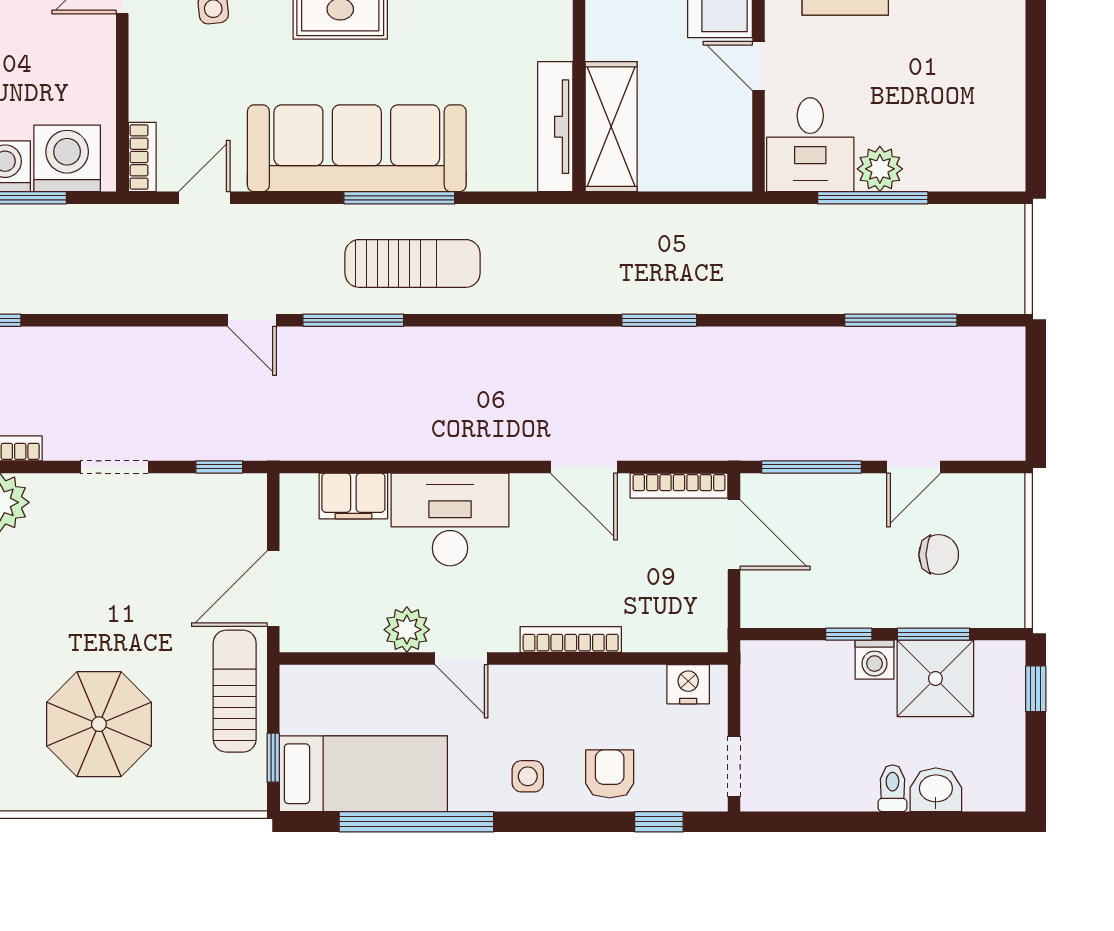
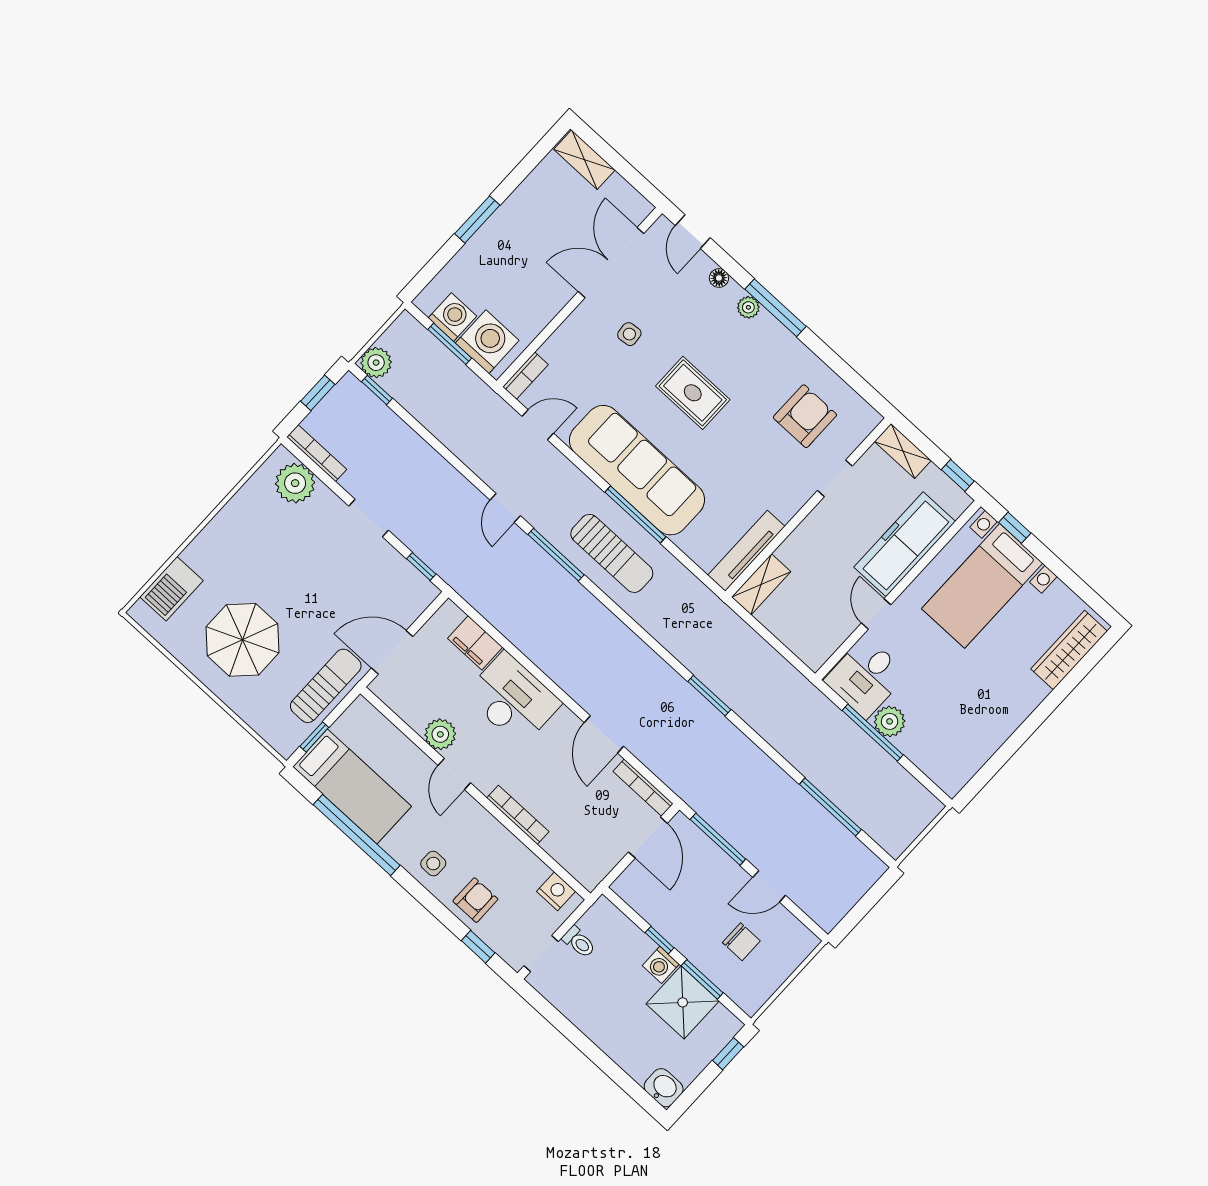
shelving: (611, 127) -> (761, 584), width x0.67, depth x0.75
toilet: (892, 788) -> (579, 942), moved, turned 90
washbasin: (936, 790) -> (664, 1088), moved

